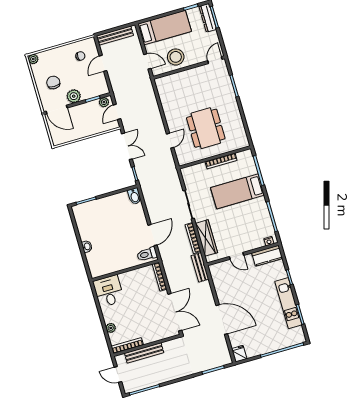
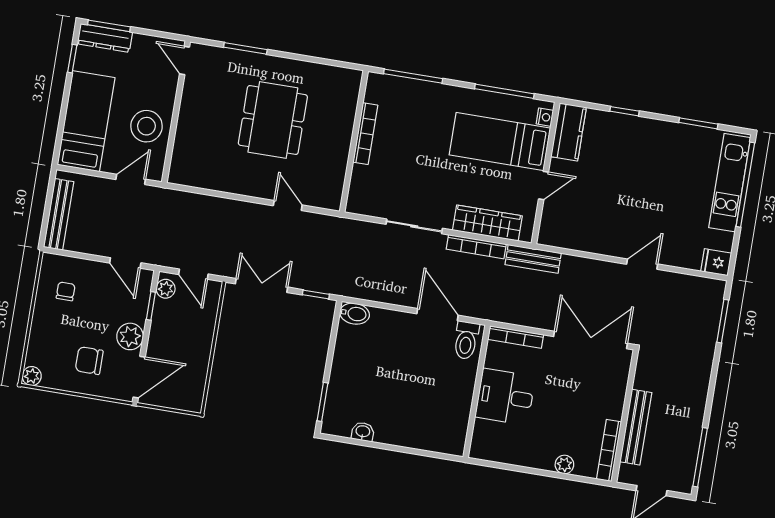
door: (103, 63) -> (125, 263), moved
dining table: (206, 128) -> (273, 120), moved, turned 90
bed: (238, 191) -> (500, 142), moved, turned 90
washbasin: (87, 246) -> (363, 432), moved
desk: (109, 291) -> (505, 397), moved
kitchen unit: (288, 303) -> (730, 183), moved, turned 90
door: (222, 320) -> (642, 264), width x0.53

